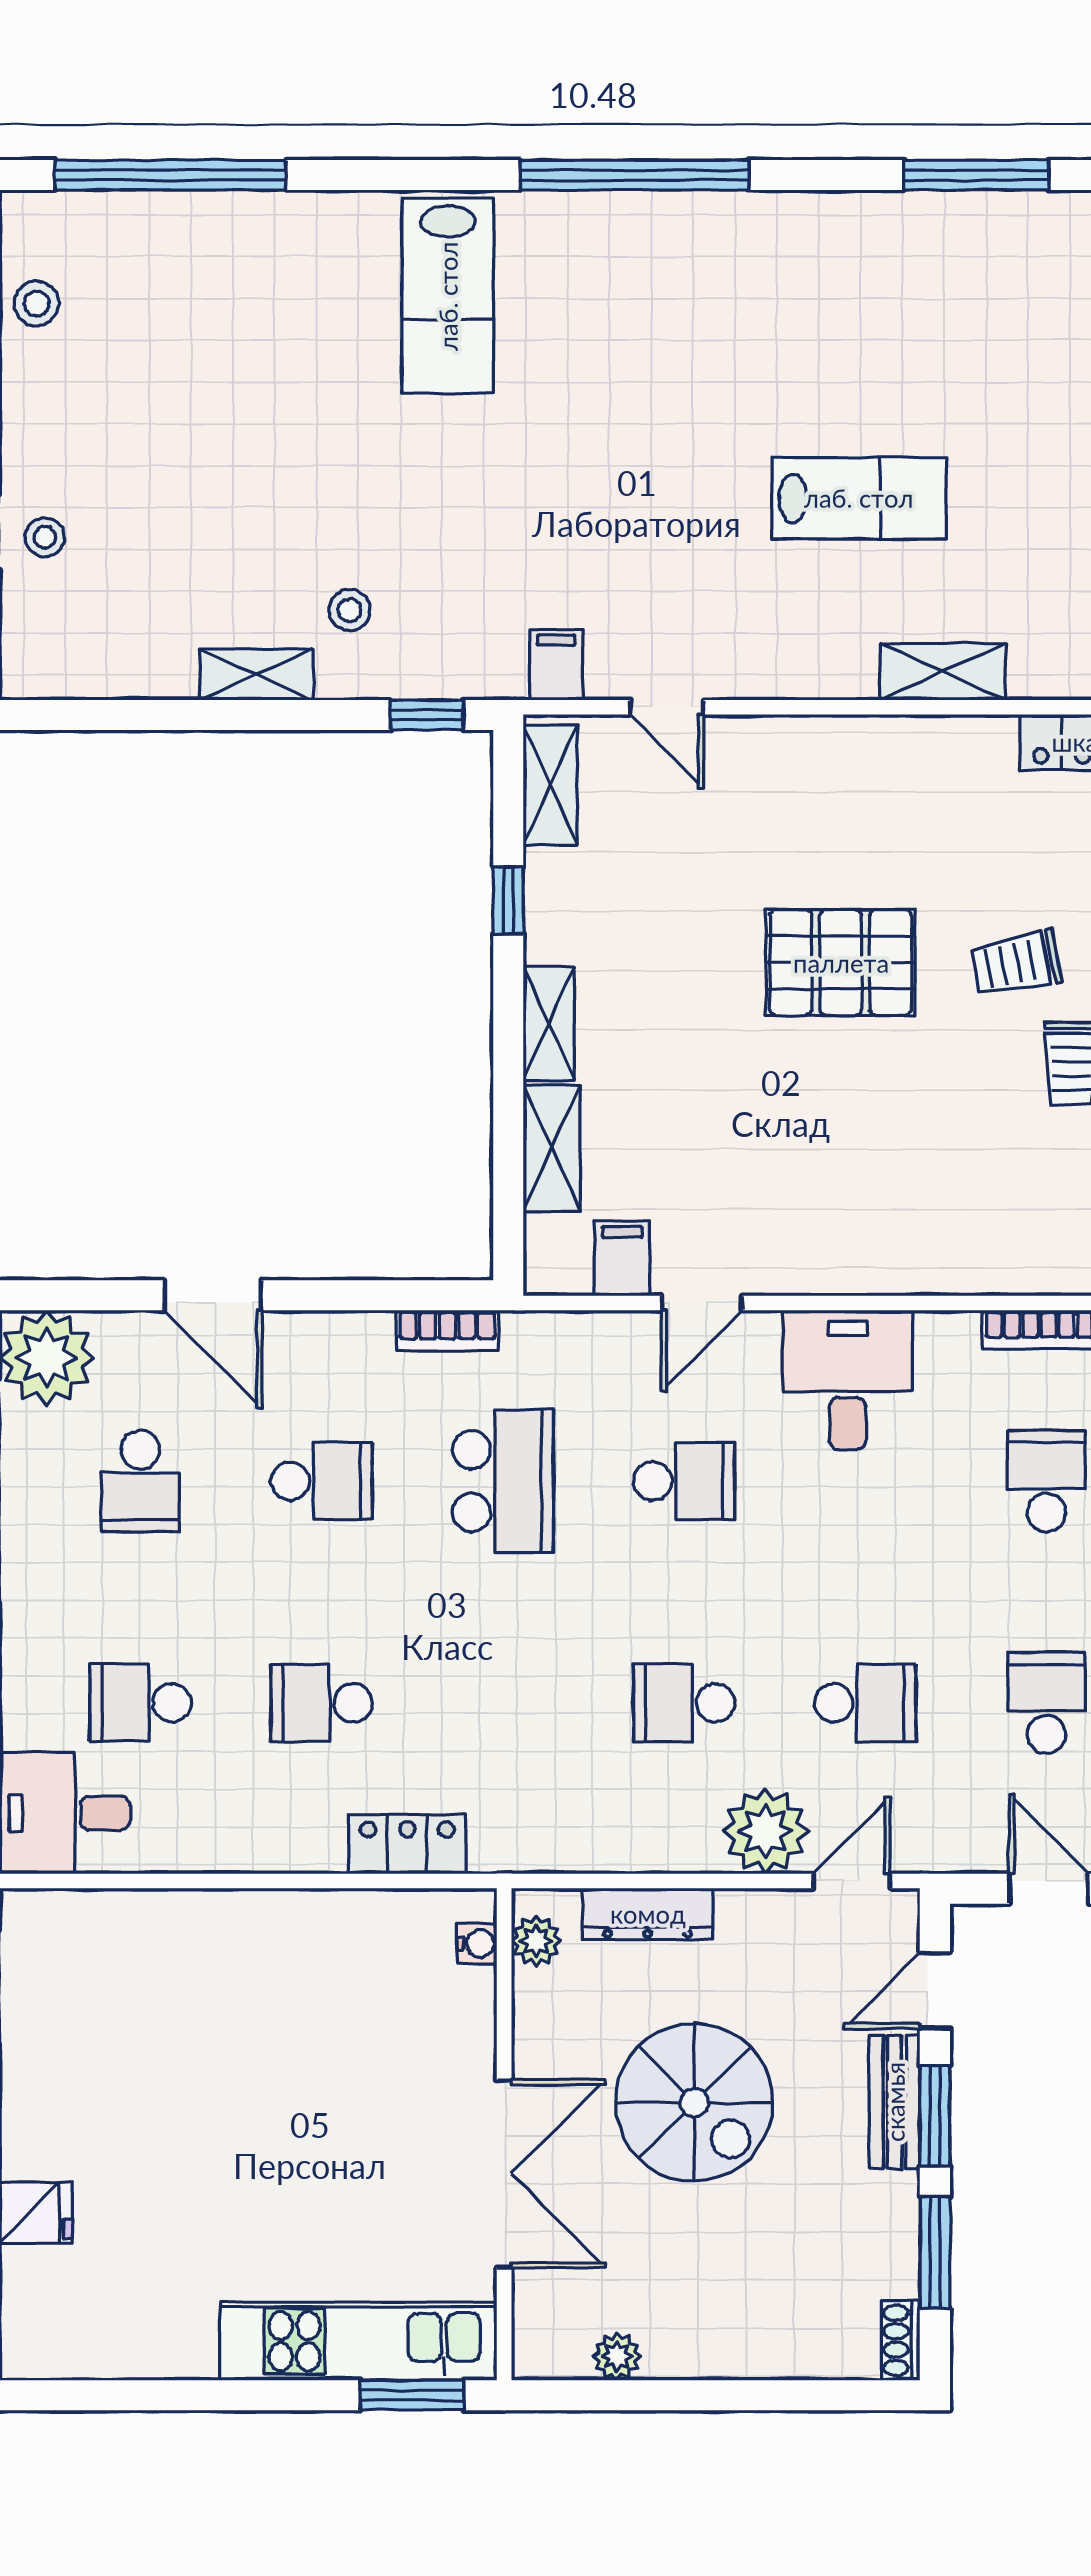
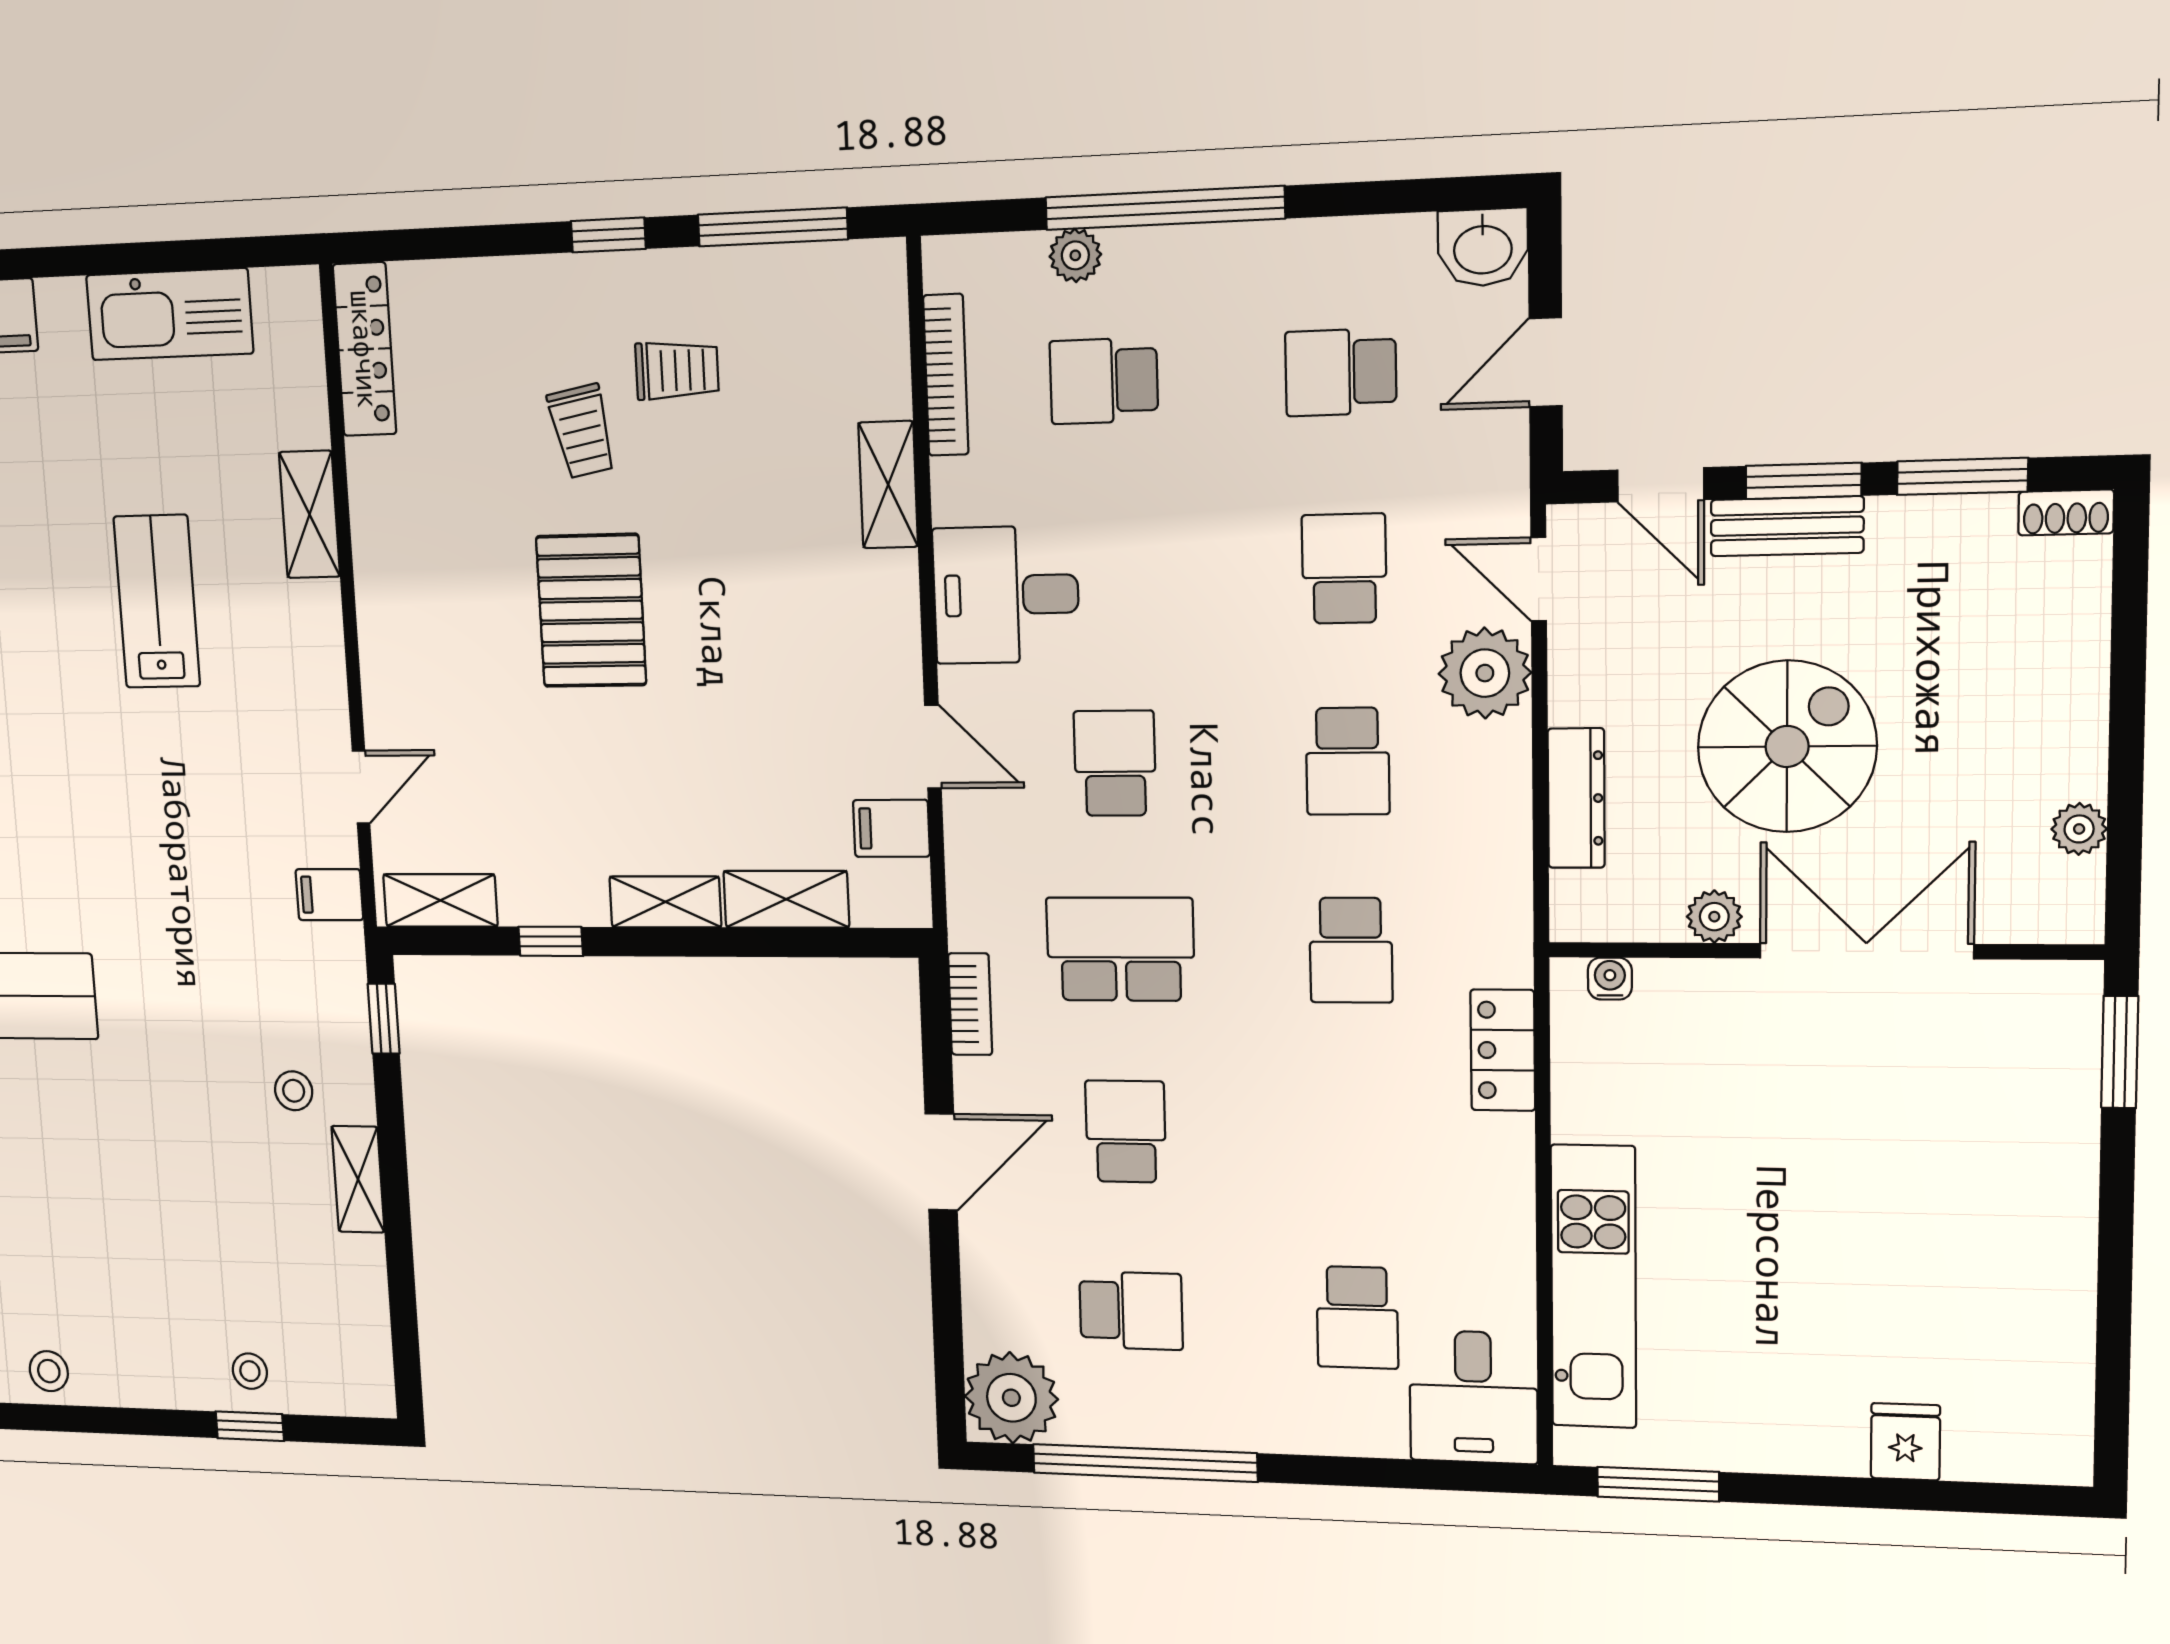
shelving: (956, 1269) -> (888, 485), added
door: (213, 1295) -> (941, 1162), moved
school desk: (322, 1703) -> (1351, 950), moved
plant: (536, 1941) -> (1714, 917), moved
kitchen unit: (358, 2341) -> (1594, 1287), moved, turned 180

